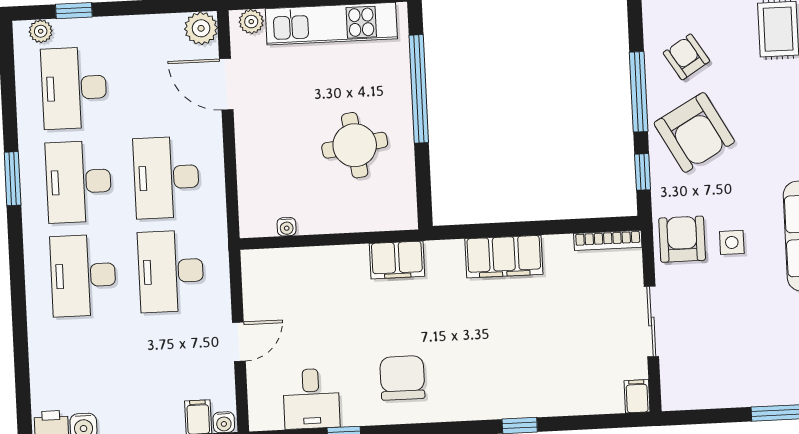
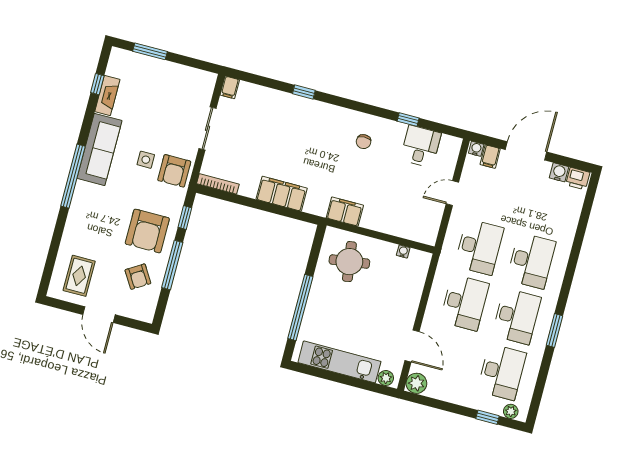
armchair: (694, 132) -> (147, 231), turned -151
round table: (355, 145) -> (349, 262), moved
chair: (402, 378) -> (364, 142), width x0.54, depth x0.54

